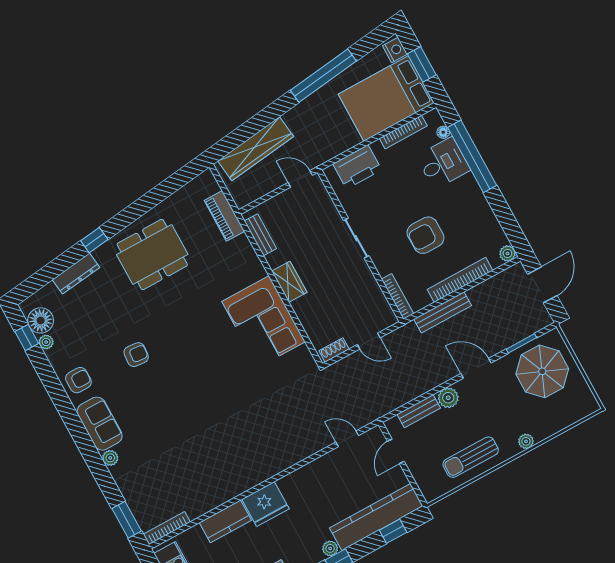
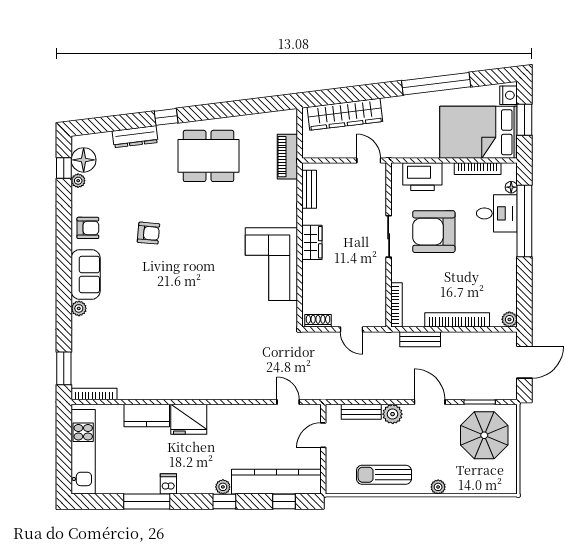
armchair: (425, 235) -> (434, 232), moved, width x1.36, depth x1.36
bench: (443, 312) -> (420, 339), width x0.73

